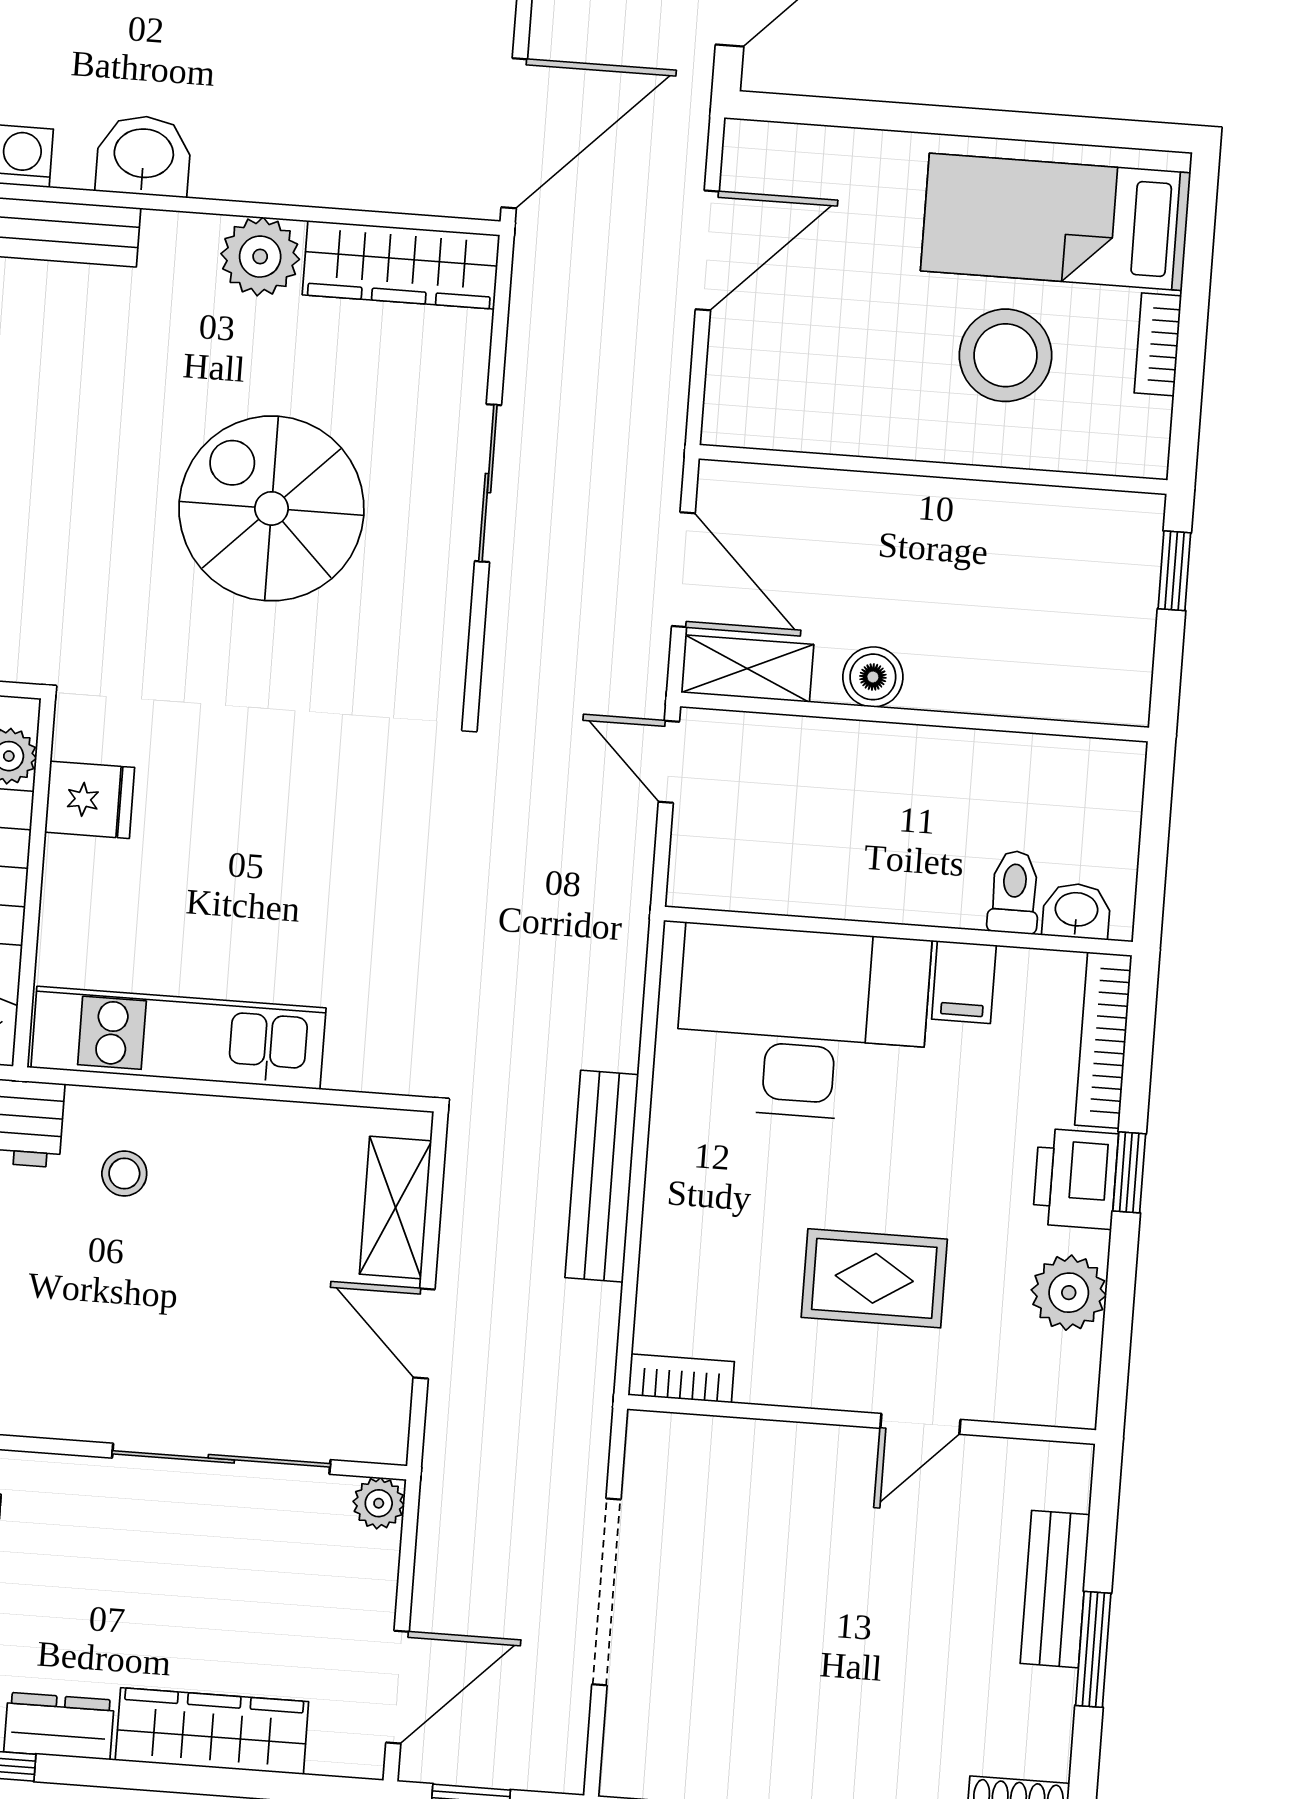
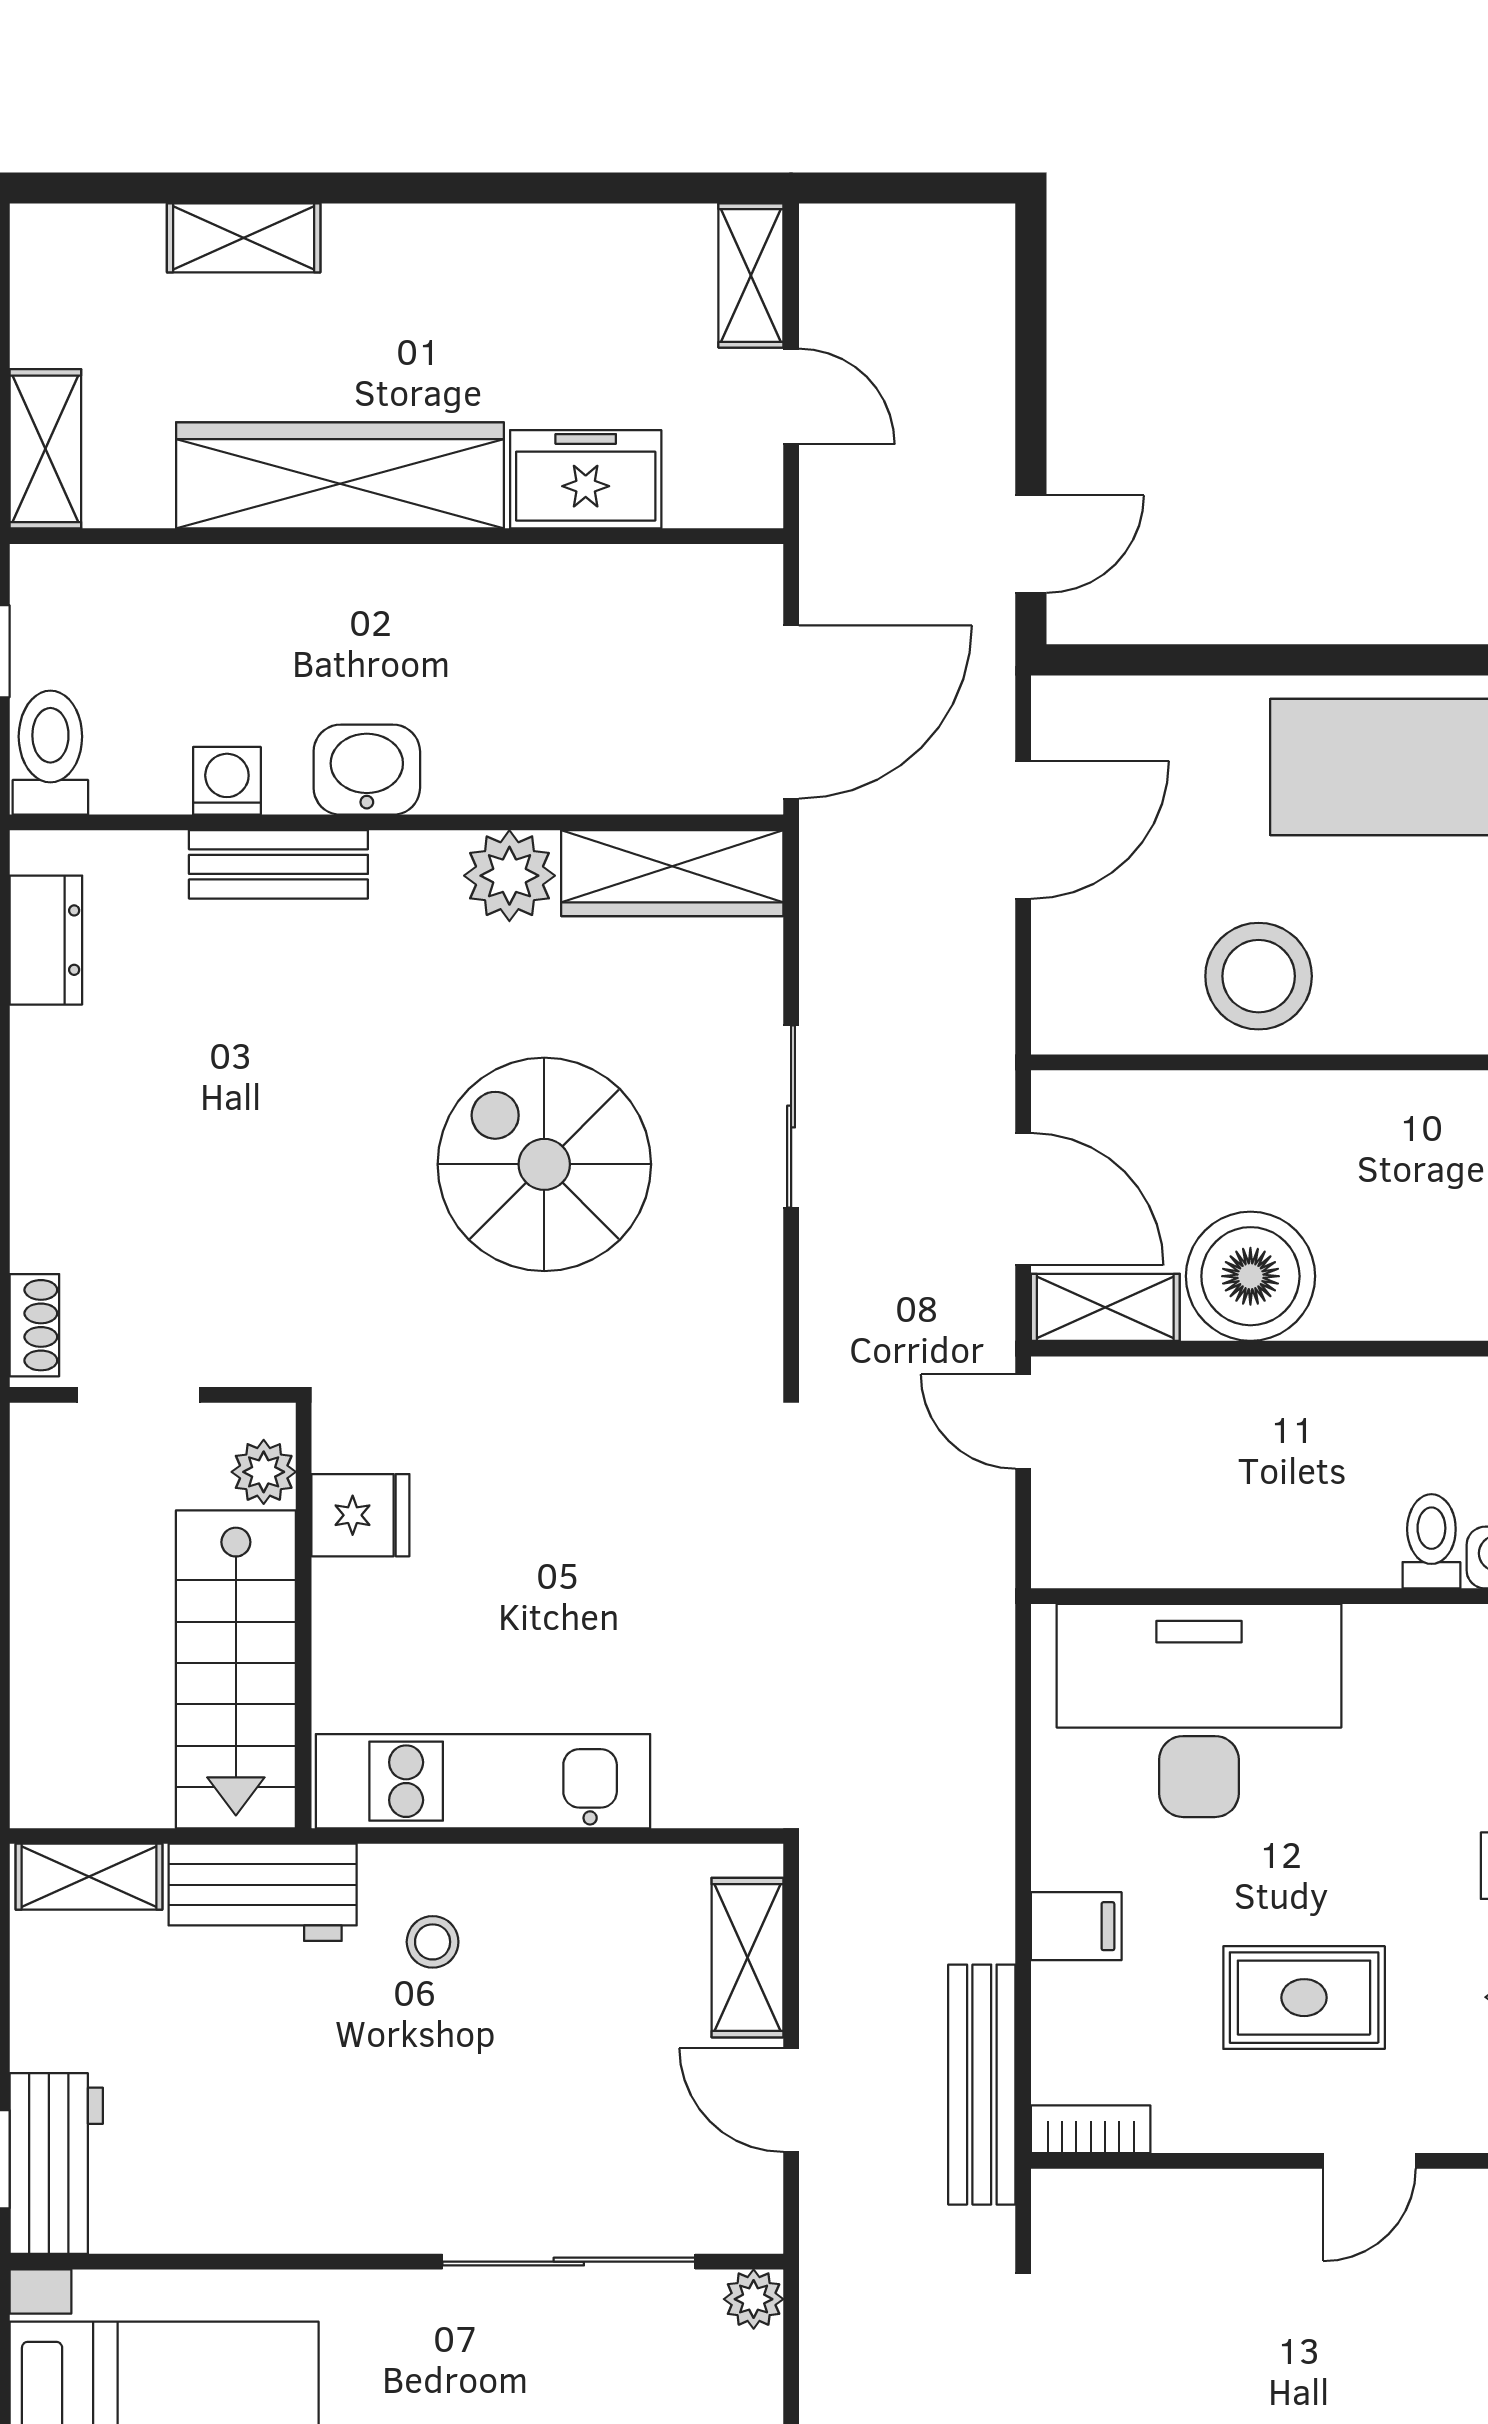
stool: (1005, 355) -> (1259, 976), moved
boiler: (873, 677) -> (1250, 1276), width x1.86, depth x1.86
filing cabinet: (964, 982) -> (1076, 1926), moved, turned -90
bench: (602, 1176) -> (982, 2085), moved

